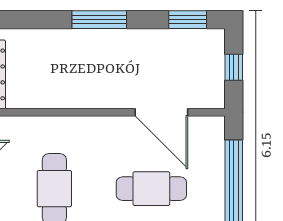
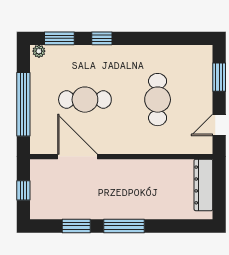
window: (188, 20) -> (76, 226), moved

